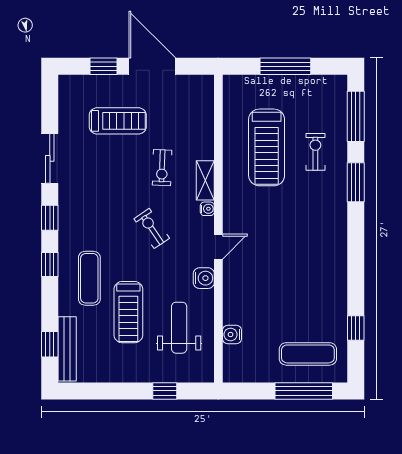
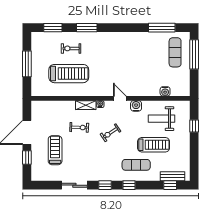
window: (356, 116) -> (53, 28), width x0.69
window: (356, 328) -> (162, 28), width x2.17
bench: (67, 349) -> (172, 176), width x0.73

